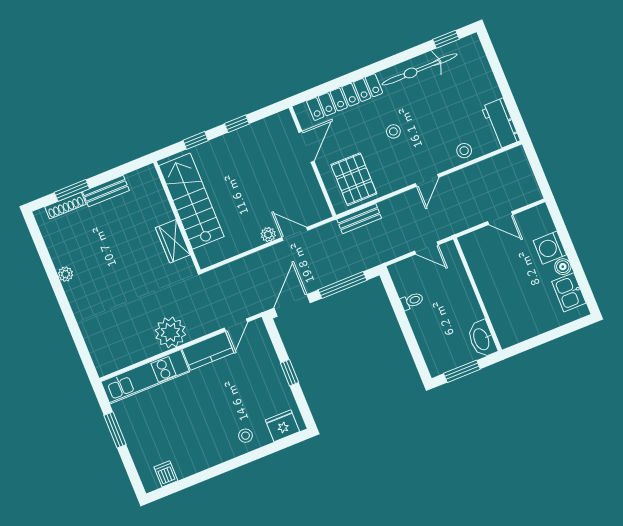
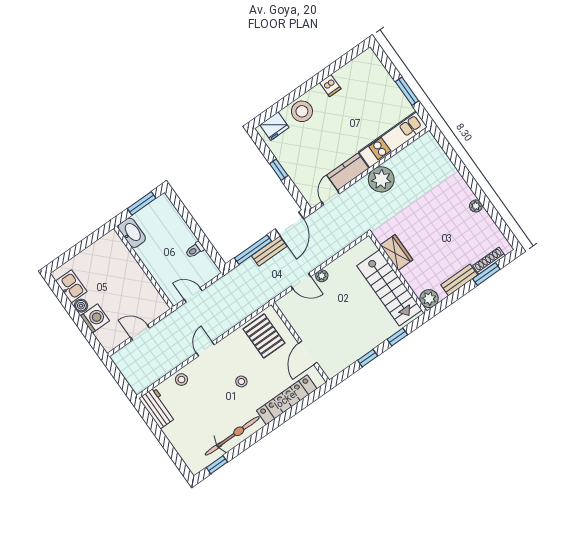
plant: (147, 177) -> (429, 299), added
bench: (359, 219) -> (269, 251), moved
stool: (246, 436) -> (302, 111), width x1.89, depth x1.89
dishwasher: (166, 474) -> (330, 86), moved

